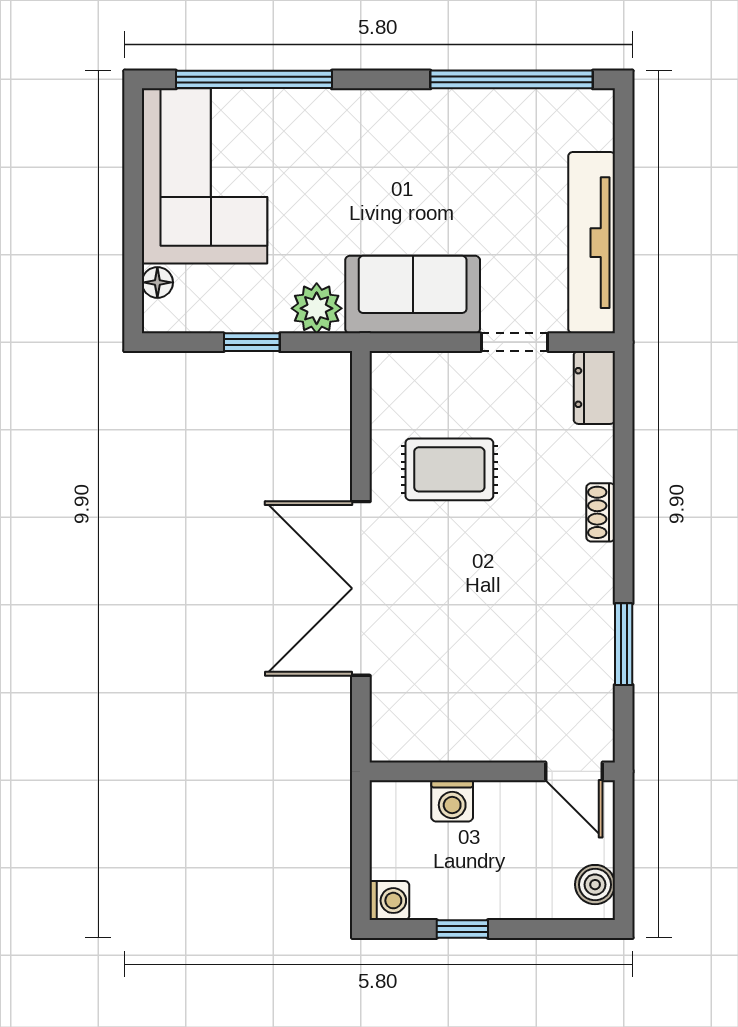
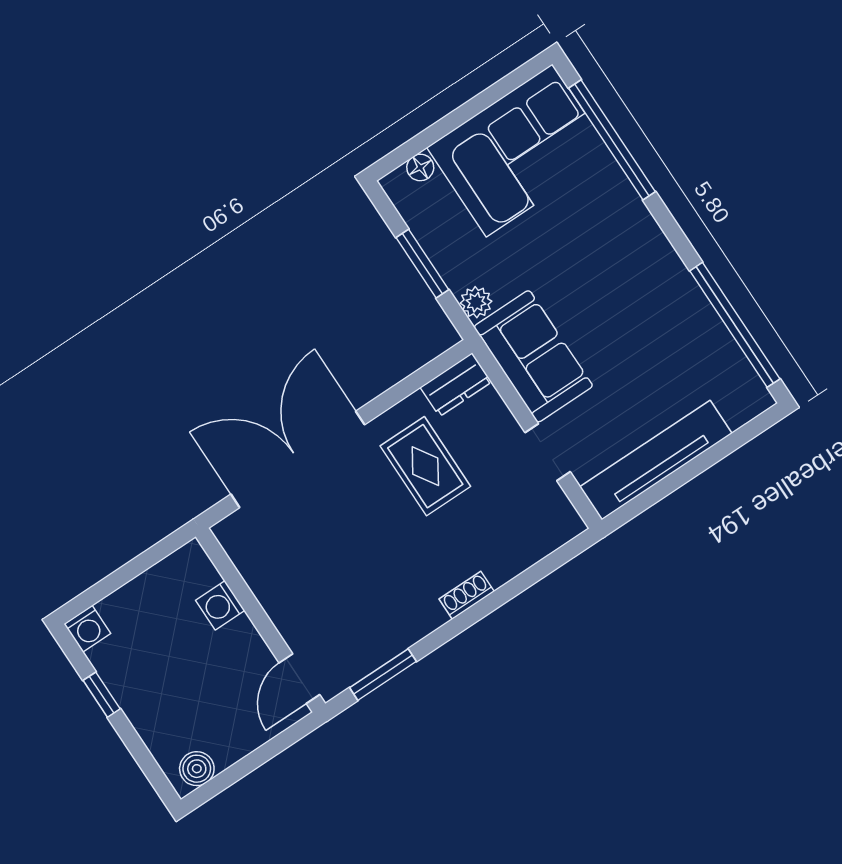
plant: (317, 308) -> (476, 302), width x0.73, depth x0.73
window: (252, 342) -> (422, 264), width x1.50
dresser: (594, 388) -> (456, 385), moved, turned 180
wall: (492, 771) -> (260, 620), moved
door: (574, 771) -> (299, 679), moved
washing machine: (452, 801) -> (220, 605), moved

